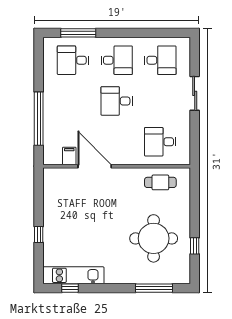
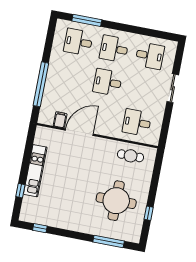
desk: (117, 60) -> (114, 49), turned 180
door: (95, 166) -> (79, 132), hinge flipped
window: (39, 234) -> (20, 191), moved
kitchen unit: (73, 275) -> (35, 171), moved, turned 90

